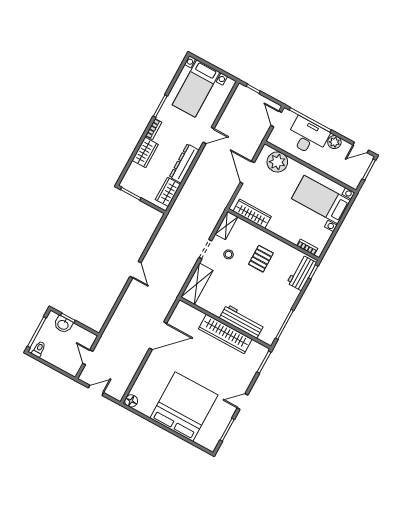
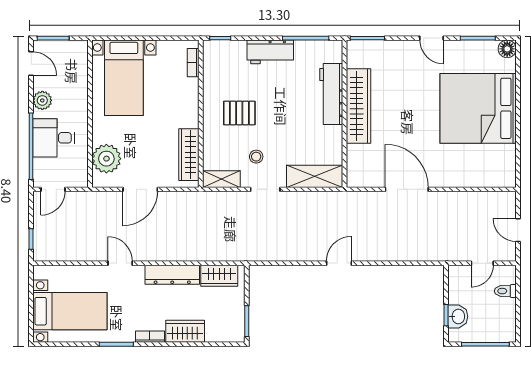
desk: (308, 137) -> (54, 138), width x0.73
workbench: (302, 273) -> (270, 52), moved
toilet: (39, 349) -> (505, 291), moved
floor lamp: (131, 401) -> (507, 49), moved

